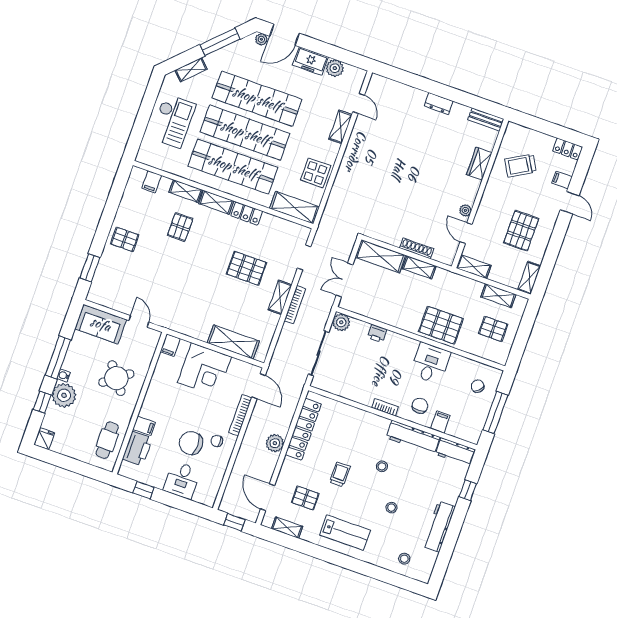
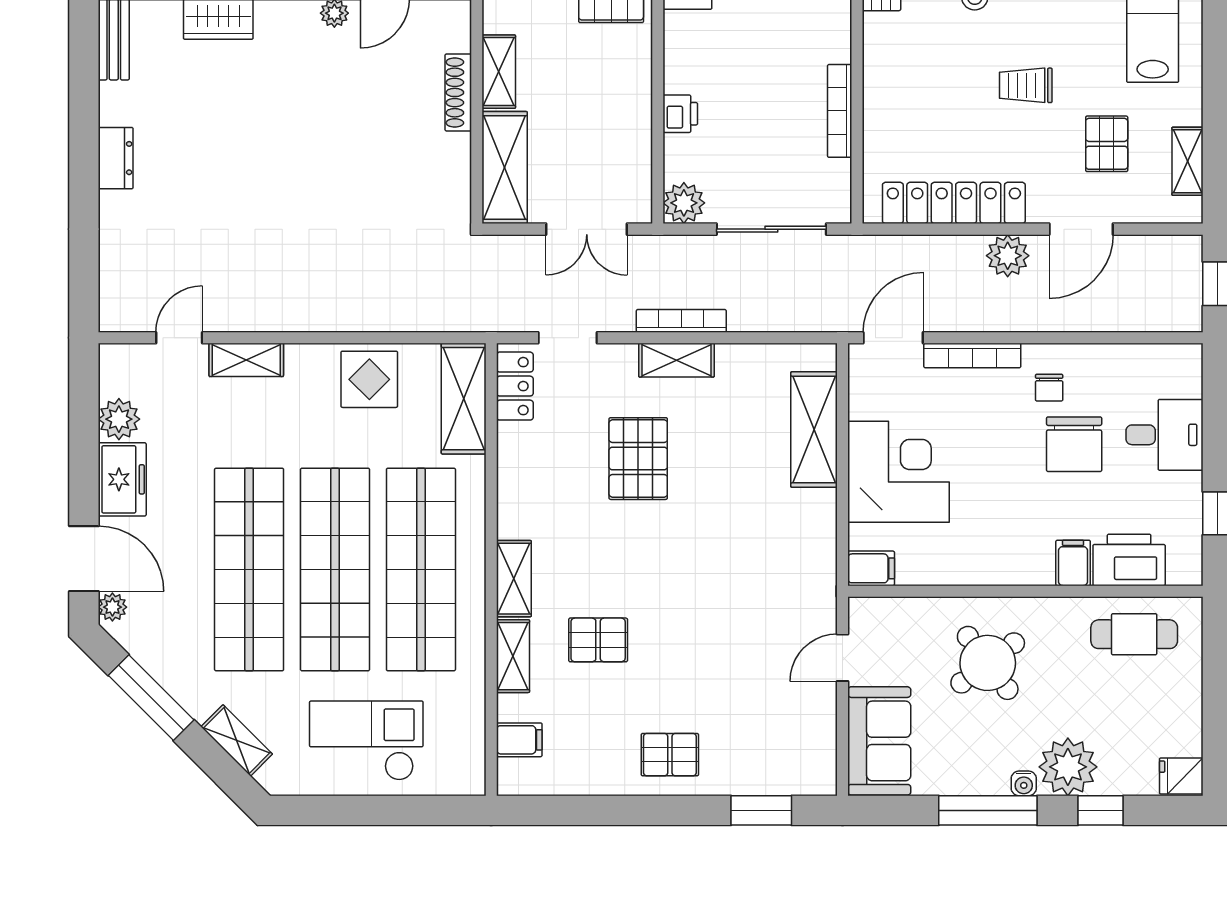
locker: (247, 213) -> (515, 386), moved
pallet: (125, 239) -> (670, 755), turned 90
bookcase: (385, 407) -> (840, 111), moved, width x1.56
door: (268, 497) -> (1081, 229), moved

